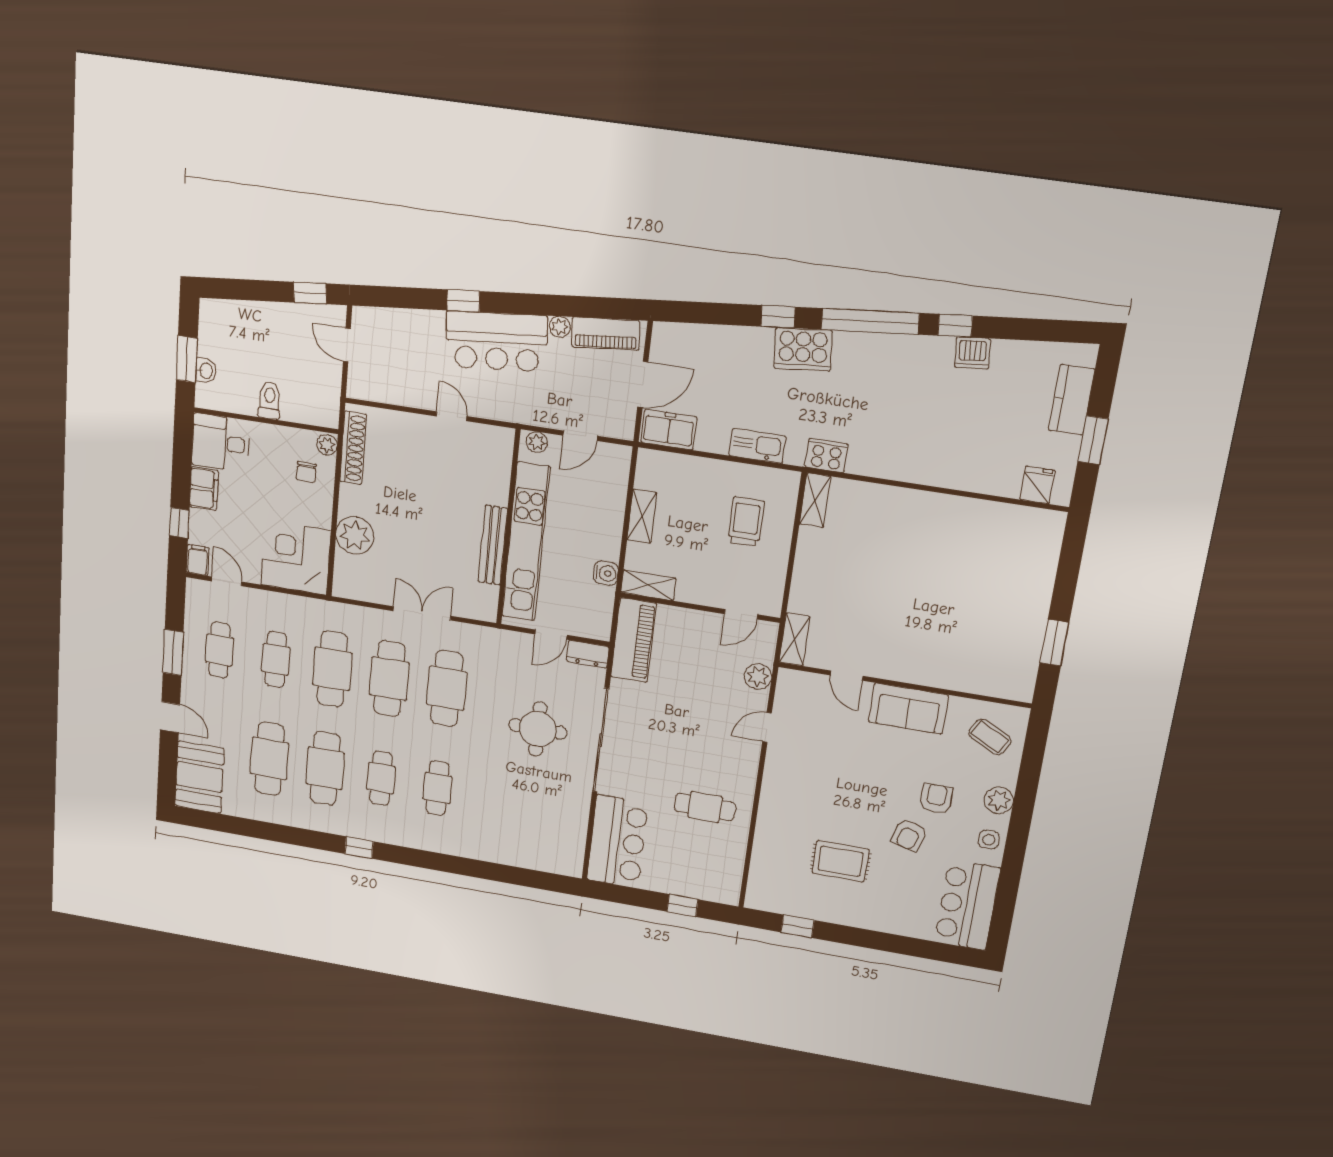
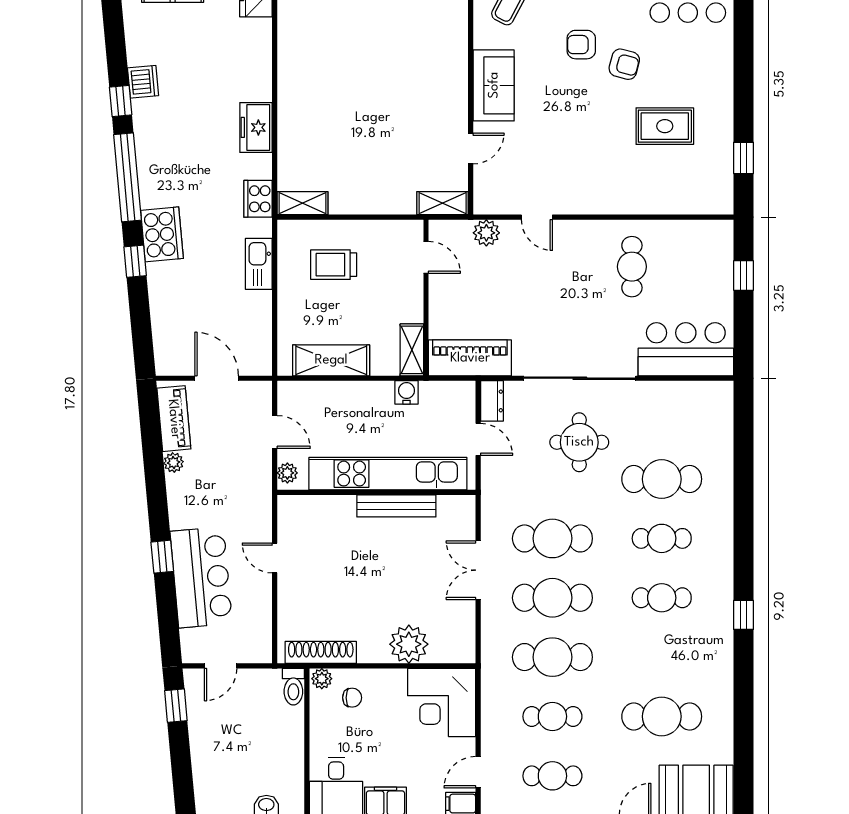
bar counter: (497, 341) -> (201, 577), moved
toilet: (269, 400) -> (293, 687), moved, turned -90
door: (452, 416) -> (275, 558), hinge flipped
freezer: (669, 430) -> (256, 127), moved
shelving: (642, 516) -> (331, 360), width x1.50, depth x1.33
cafe table: (325, 768) -> (662, 479), moved
rug: (840, 861) -> (665, 126), turned 90

